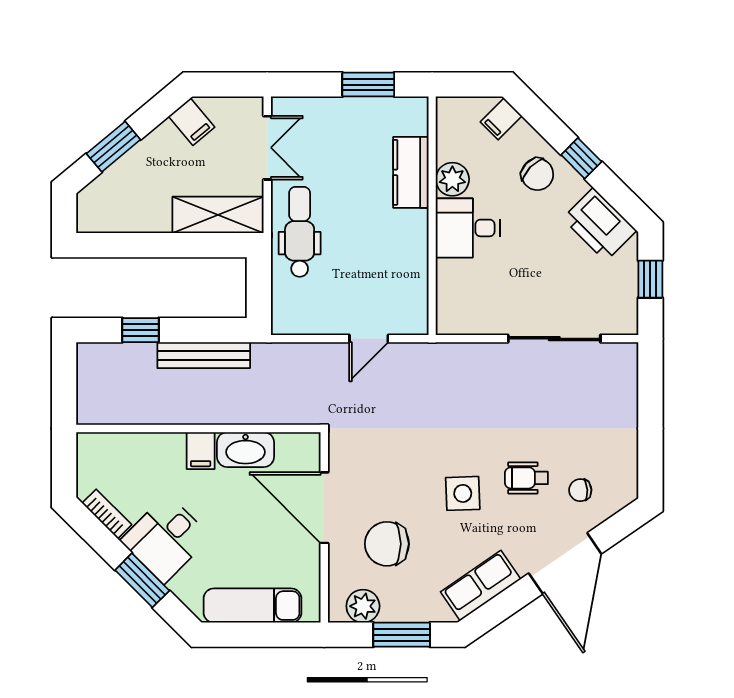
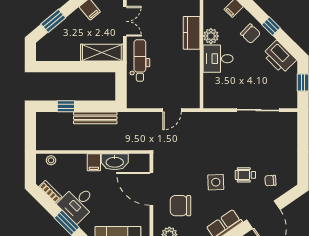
stool: (108, 446) -> (51, 160), added

